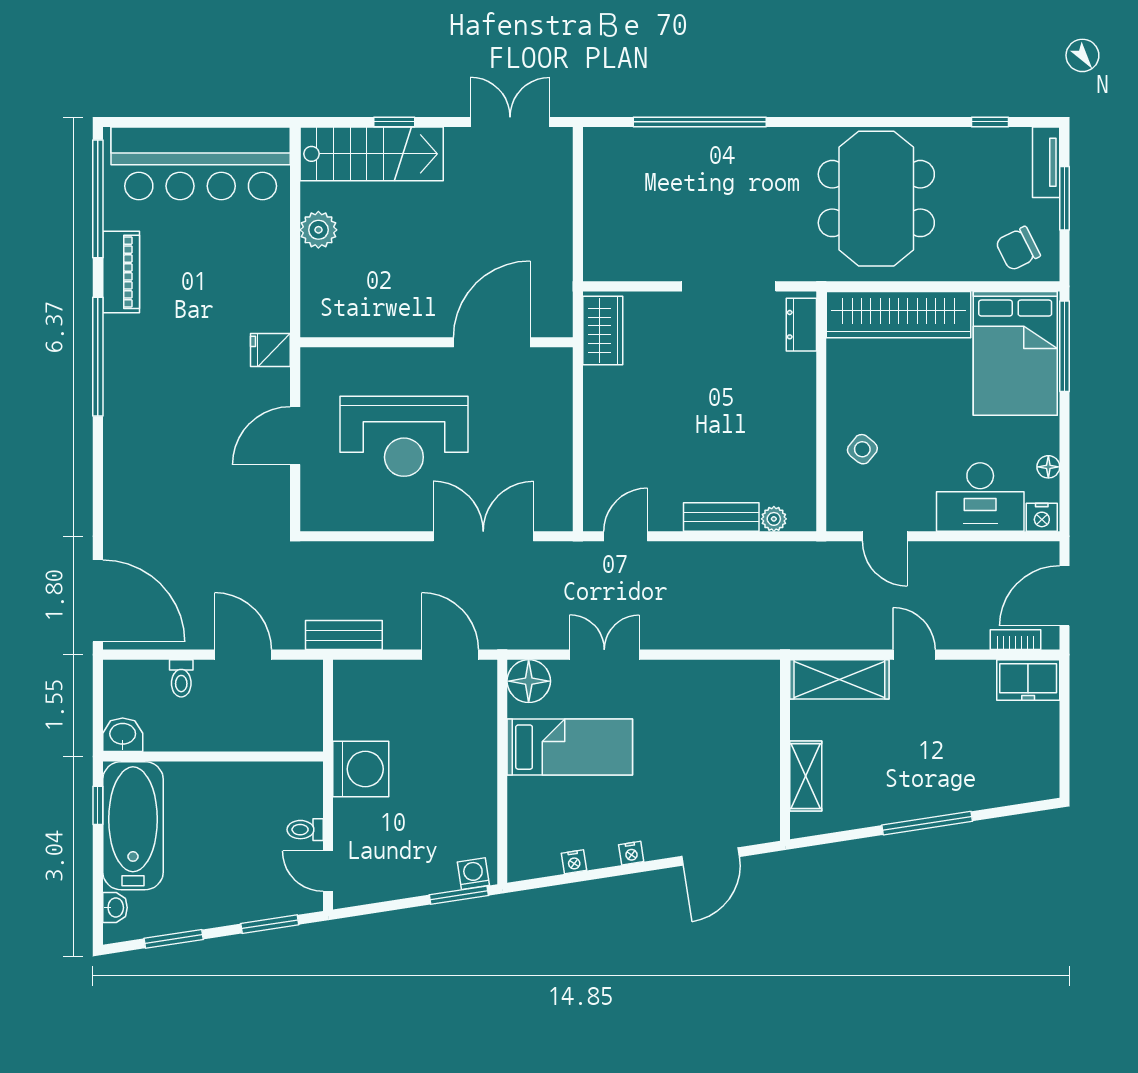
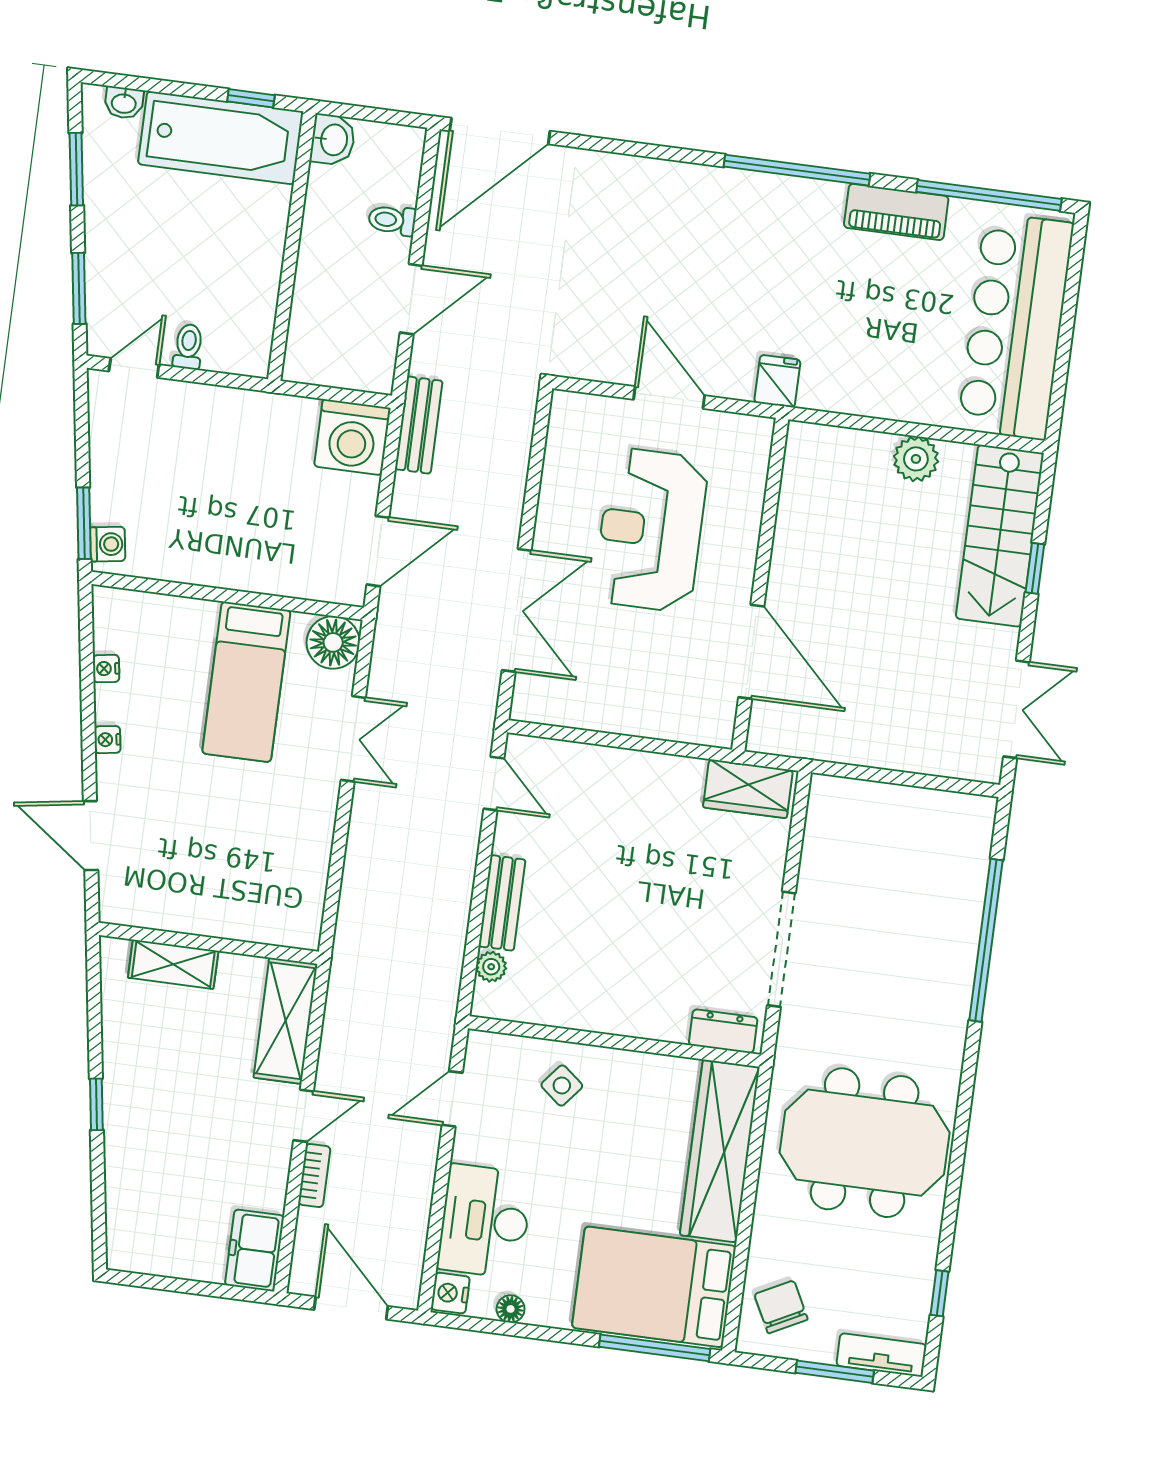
bookcase: (1016, 640) -> (314, 1175), moved
washing machine: (361, 769) -> (352, 437), moved
window: (927, 823) -> (96, 1104), width x0.46

